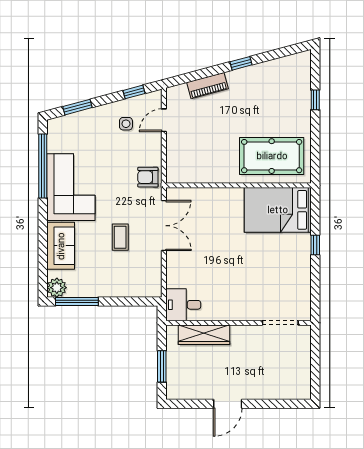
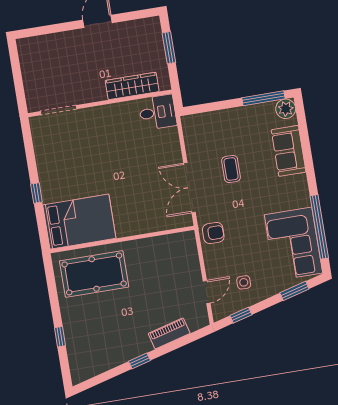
corner sofa: (71, 187) -> (293, 244), moved

